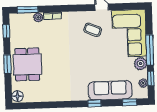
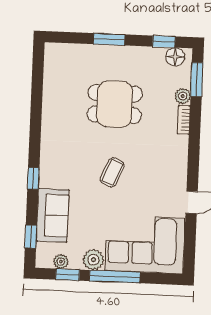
coffee table: (93, 30) -> (112, 172), moved
dining table: (27, 64) -> (115, 104), moved
sofa: (110, 90) -> (53, 215), width x0.73
floor lamp: (17, 96) -> (175, 57), moved

